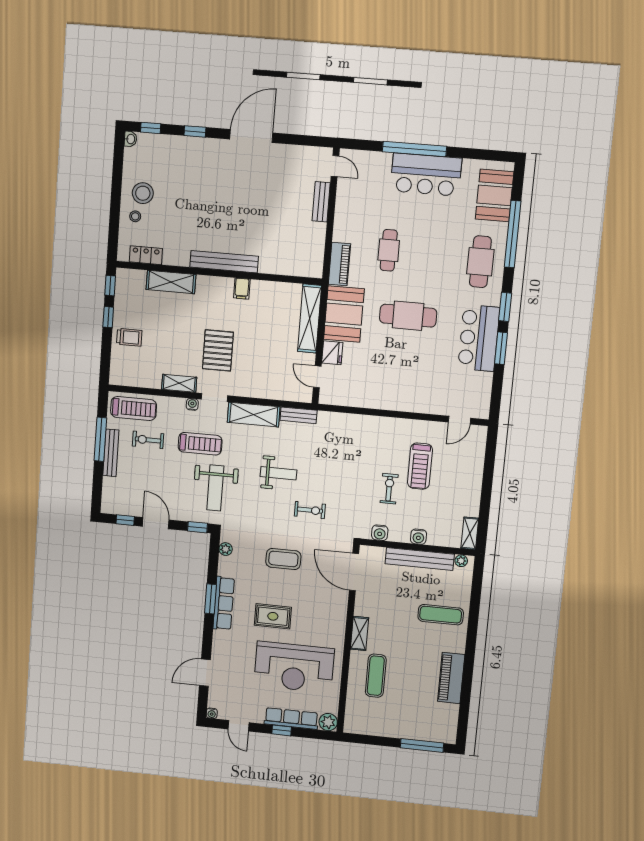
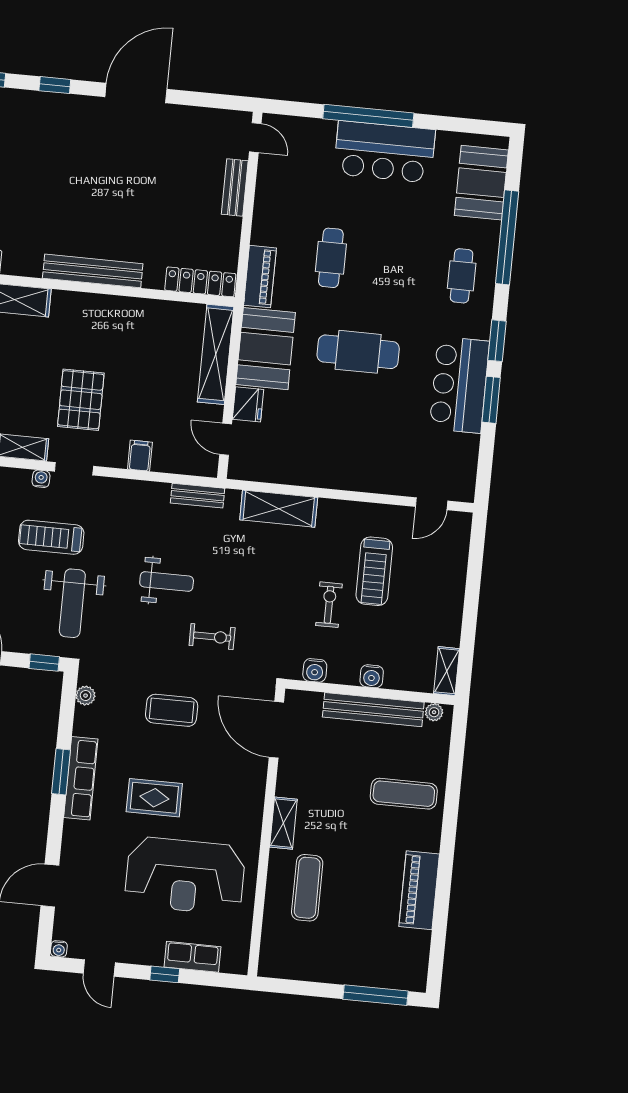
cafe table: (480, 262) -> (462, 276), width x0.73, depth x0.74
locker: (298, 268) -> (200, 282), added
filing cabinet: (242, 289) -> (140, 456), moved, turned 180
shelving: (254, 415) -> (279, 509), moved
treadmill: (200, 444) -> (51, 537), turned 180
row of seats: (291, 719) -> (193, 957), width x0.68
plant: (328, 722) -> (235, 960), removed

